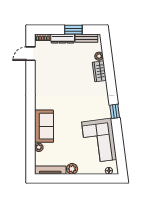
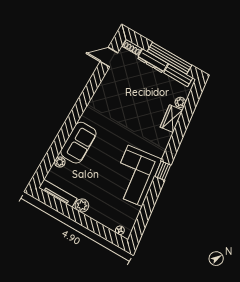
window: (73, 30) -> (170, 58), width x2.11
corner sofa: (99, 141) -> (135, 176), moved

